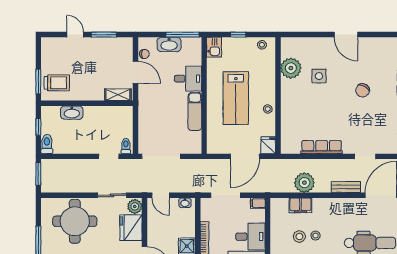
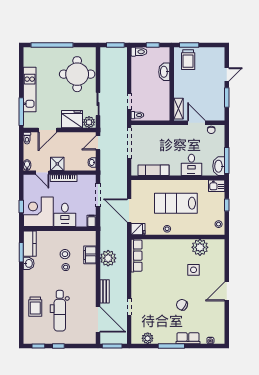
washbasin: (169, 44) -> (219, 166), moved
door: (136, 72) -> (197, 123), swing flipped
exam couch: (195, 111) -> (154, 170), moved
row of seats: (322, 147) -> (137, 256), moved

